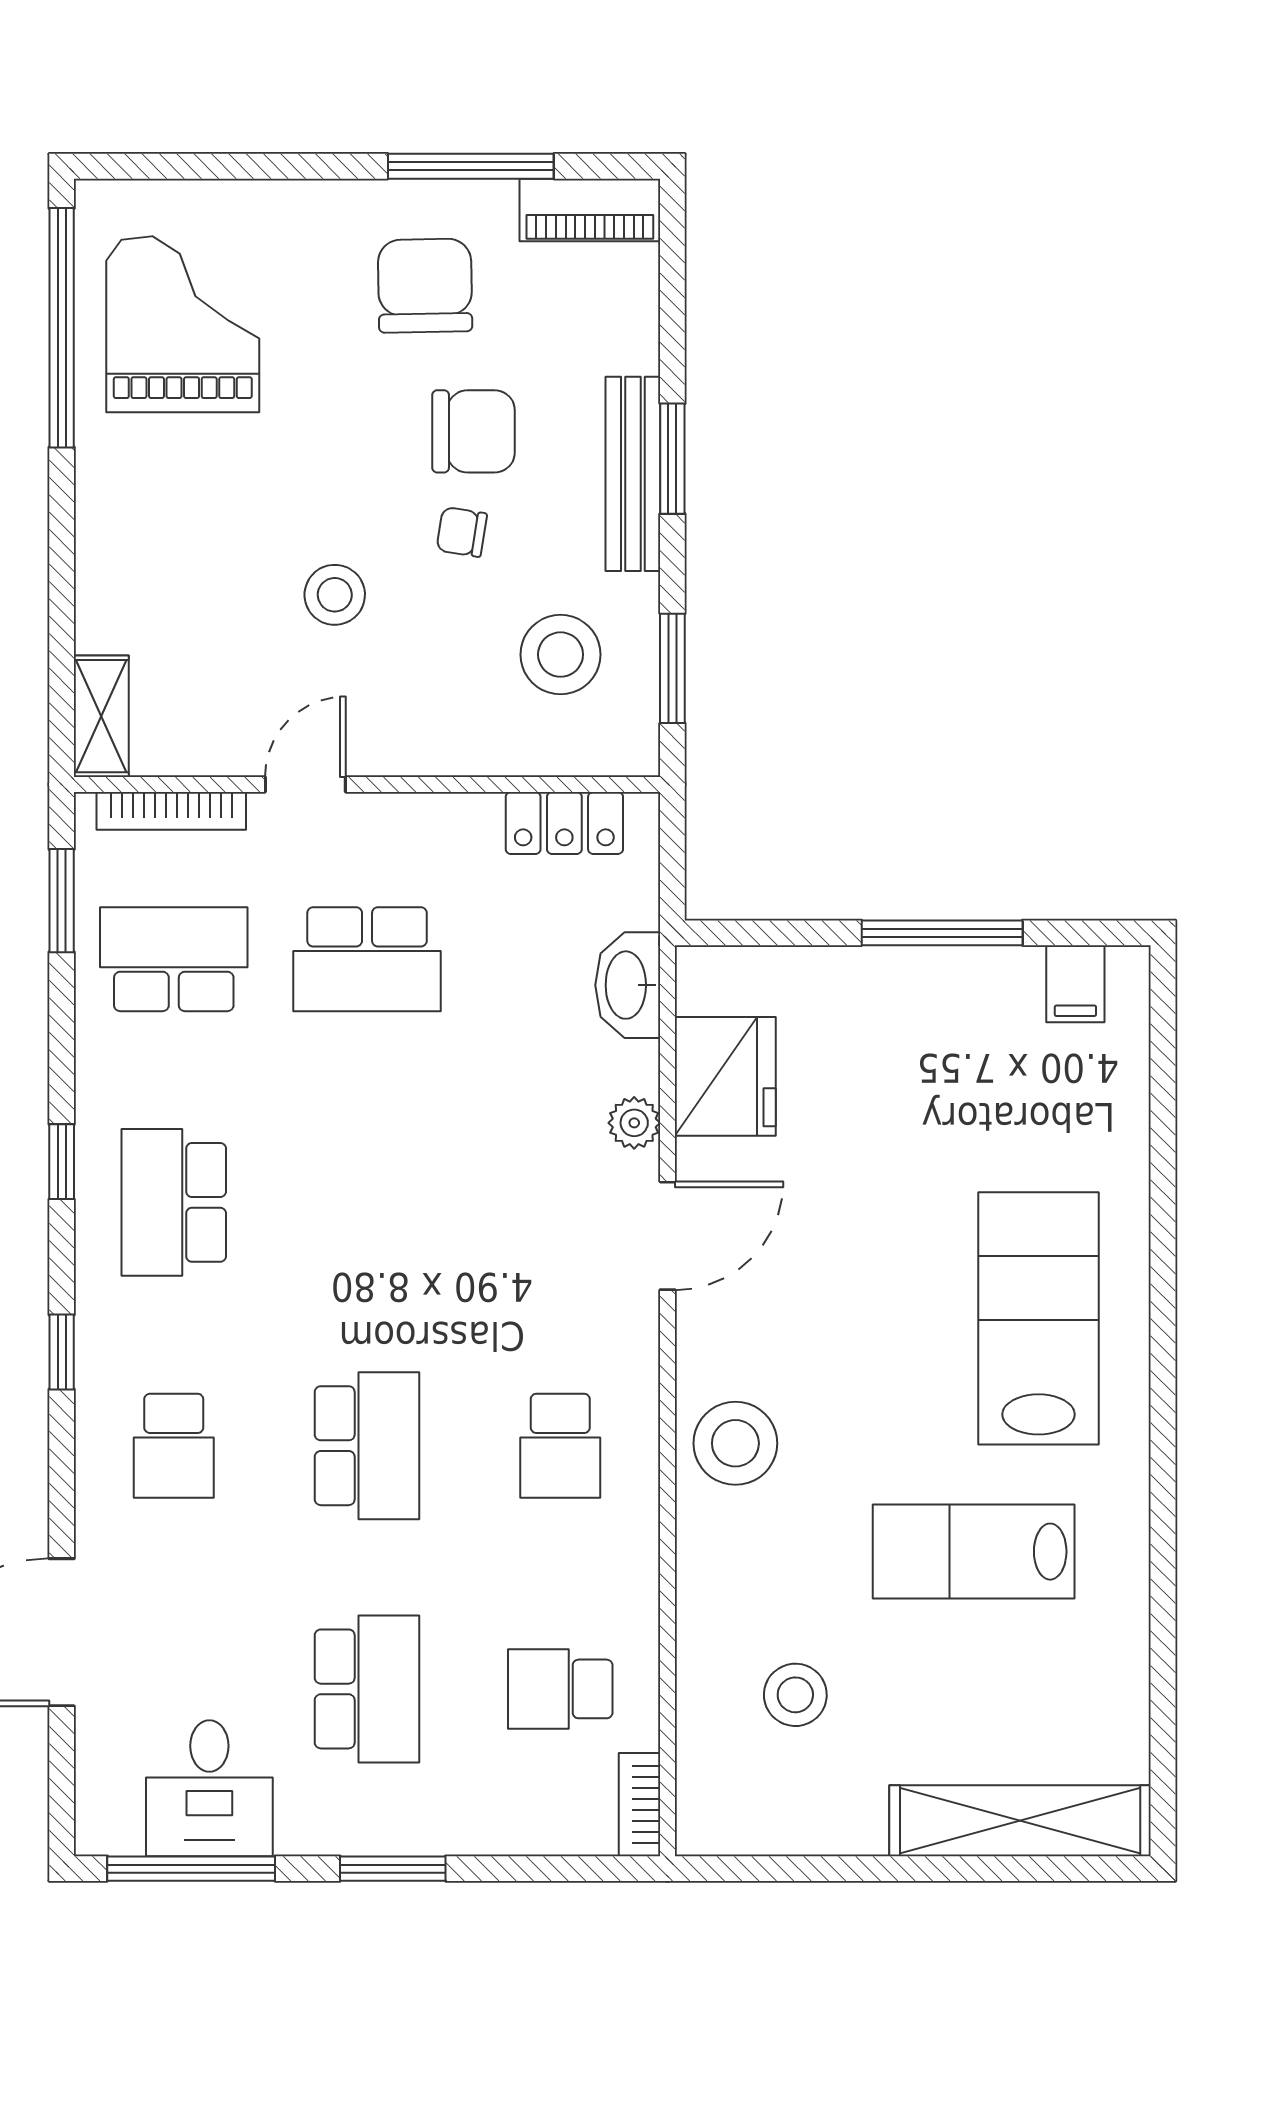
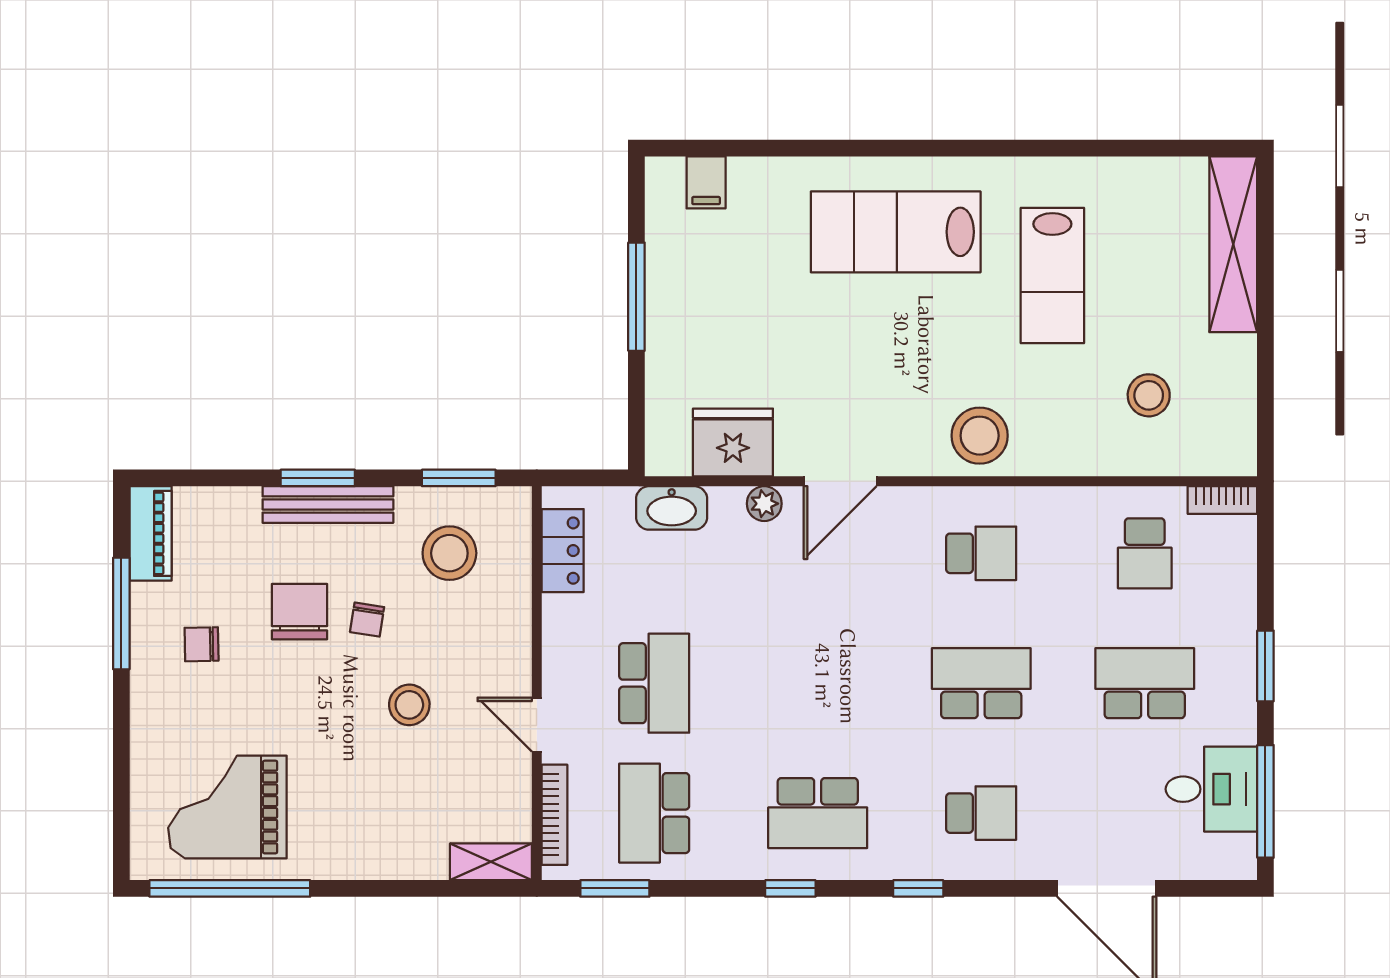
chair: (425, 286) -> (202, 644), width x0.54, depth x0.54
filing cabinet: (1075, 984) -> (706, 182), moved, turned 90
door: (668, 1236) -> (840, 481), swing flipped

